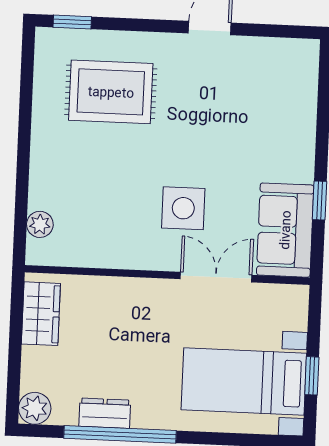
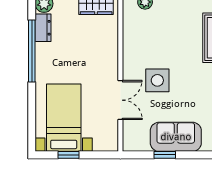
sofa: (285, 230) -> (176, 137), moved
dresser: (105, 413) -> (43, 28), moved

